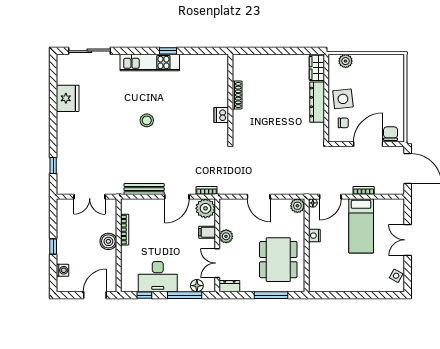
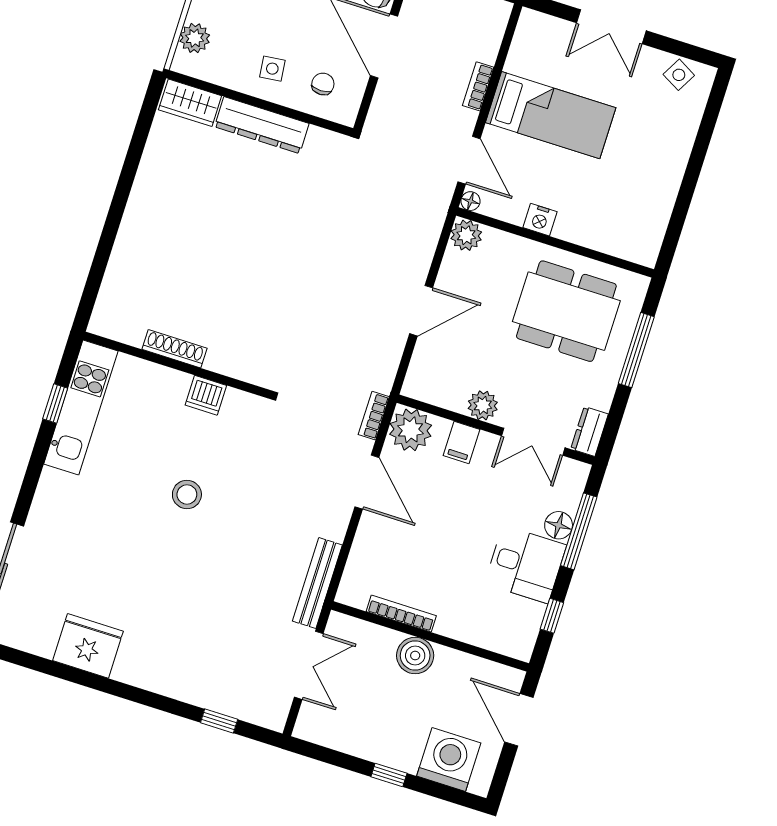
kitchen unit: (150, 62) -> (81, 407), moved
shoe rack: (237, 95) -> (175, 349), moved
wall: (230, 98) -> (177, 365), moved
side table: (343, 99) -> (272, 69), width x0.54, depth x0.54
dishwasher: (221, 115) -> (206, 395), moved
bench: (144, 189) -> (317, 583), moved
washing machine: (62, 270) -> (449, 760), width x1.89, depth x1.89
desk: (158, 277) -> (525, 564), width x0.73
floor lamp: (197, 286) -> (559, 525), moved

